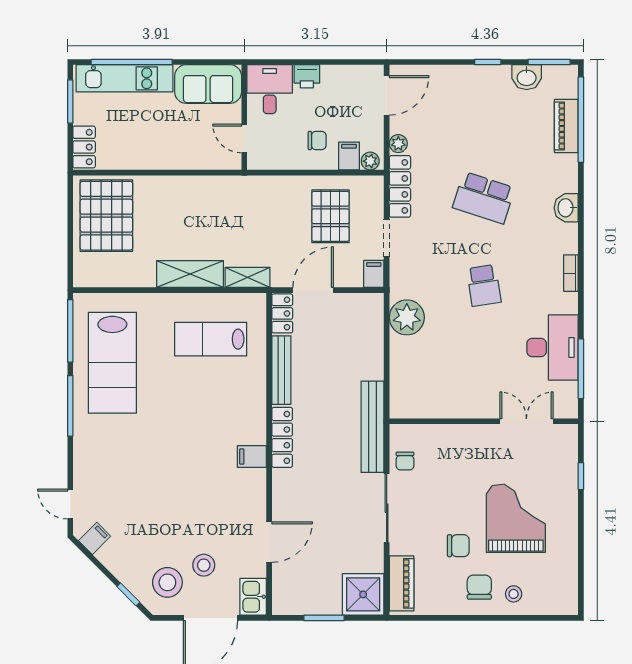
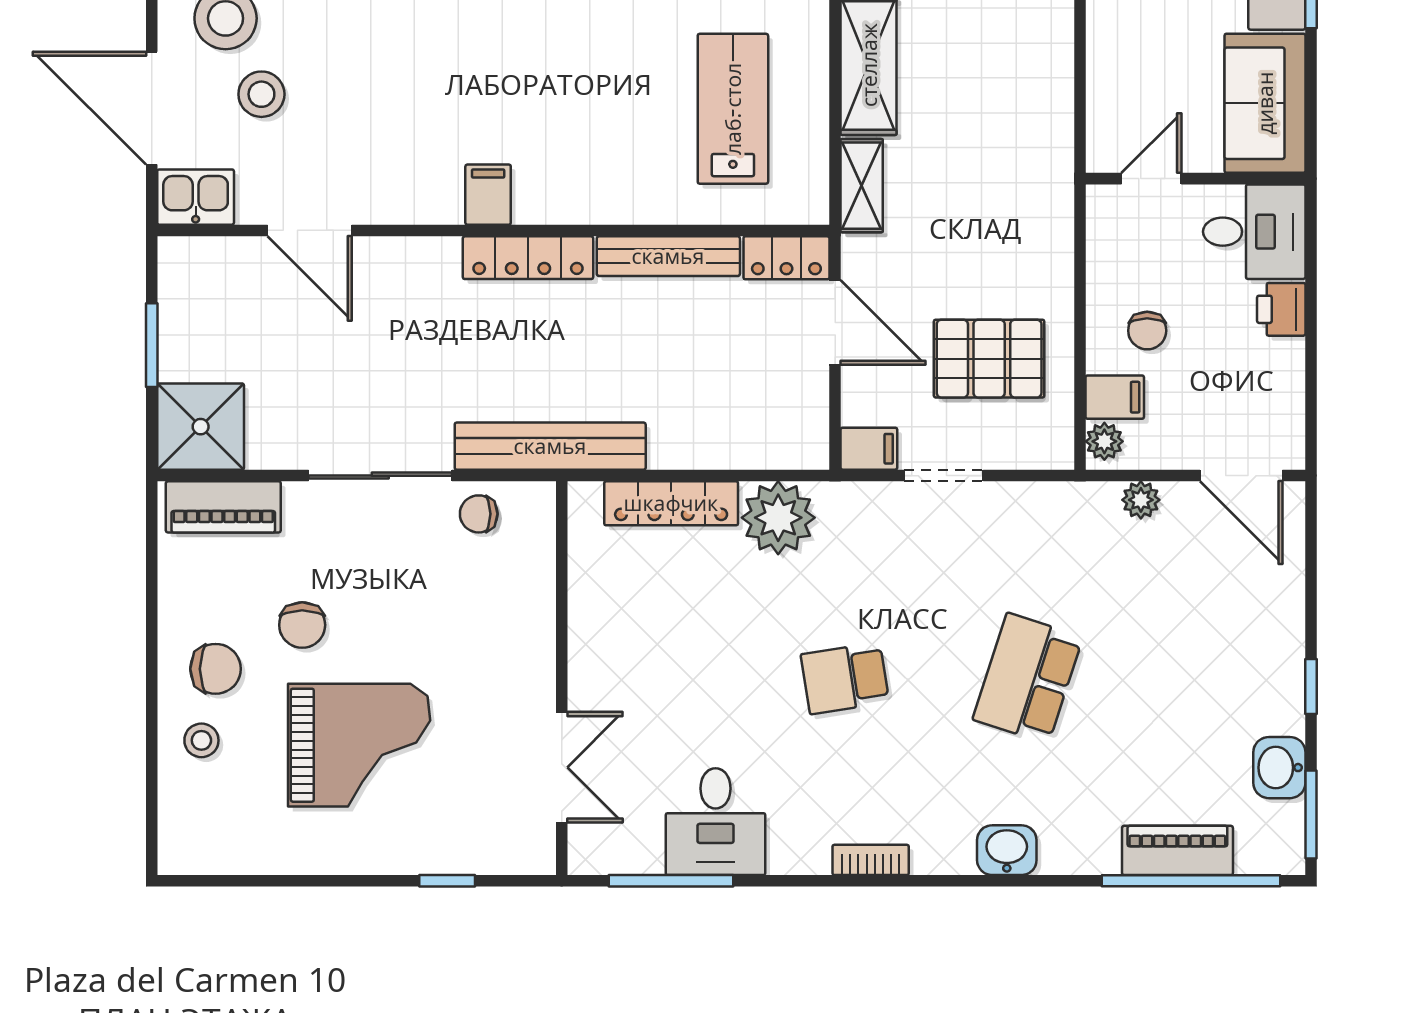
locker: (400, 186) -> (671, 503), moved
desk: (552, 347) -> (716, 822), width x0.73

